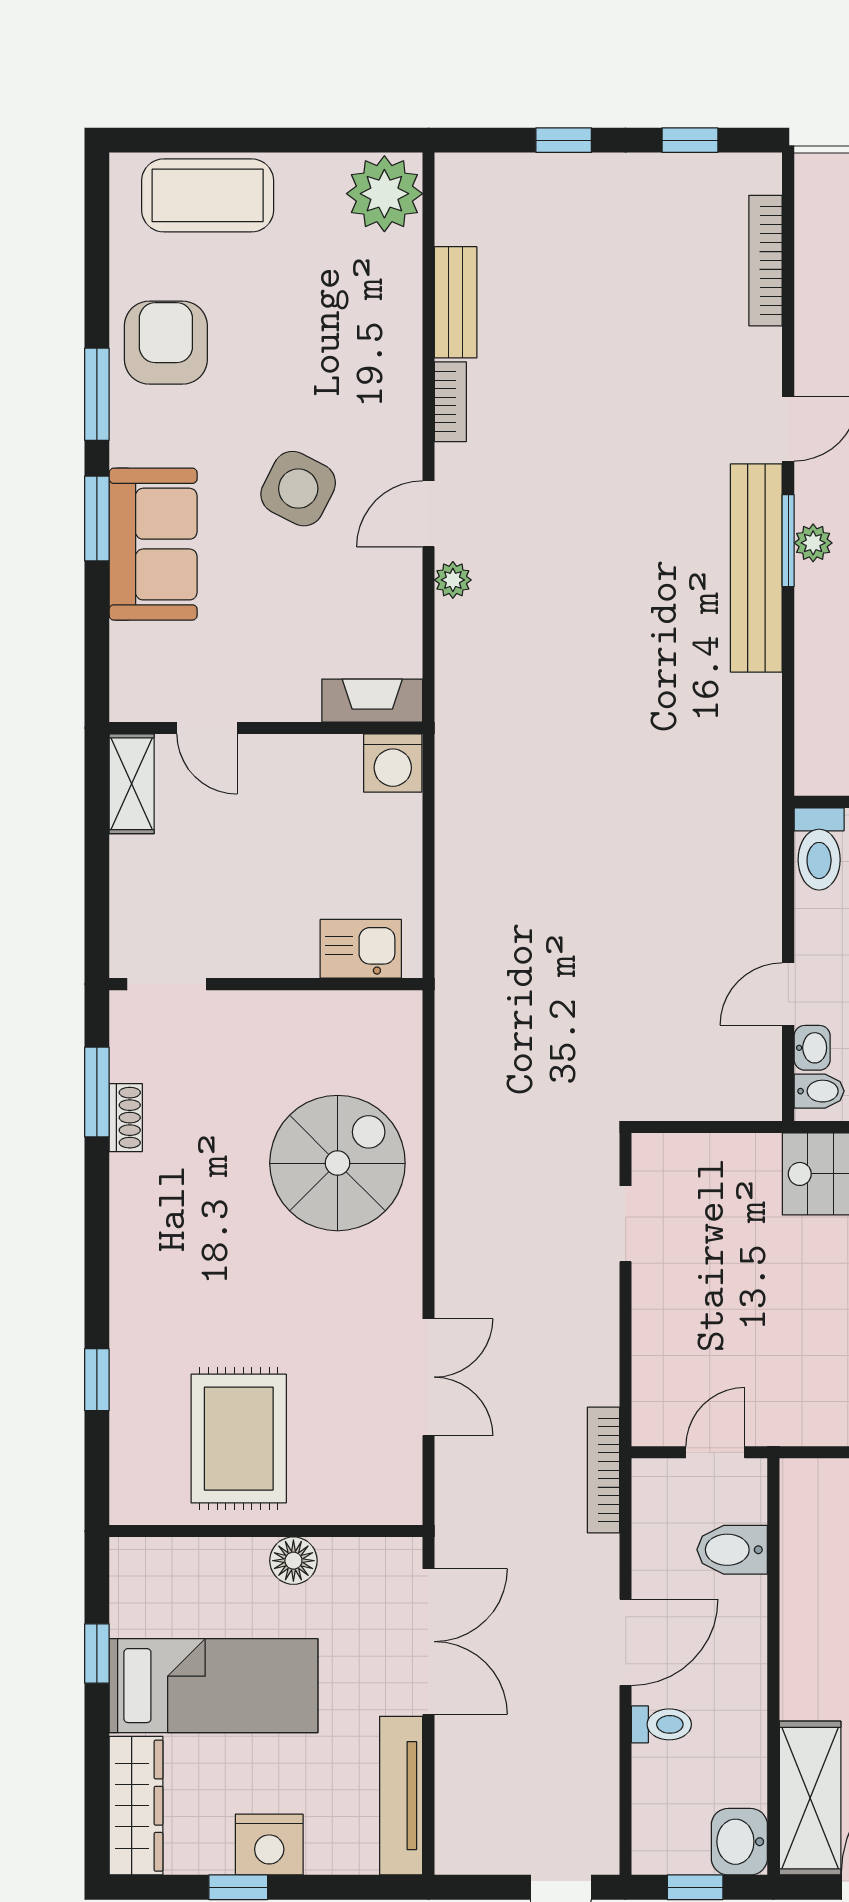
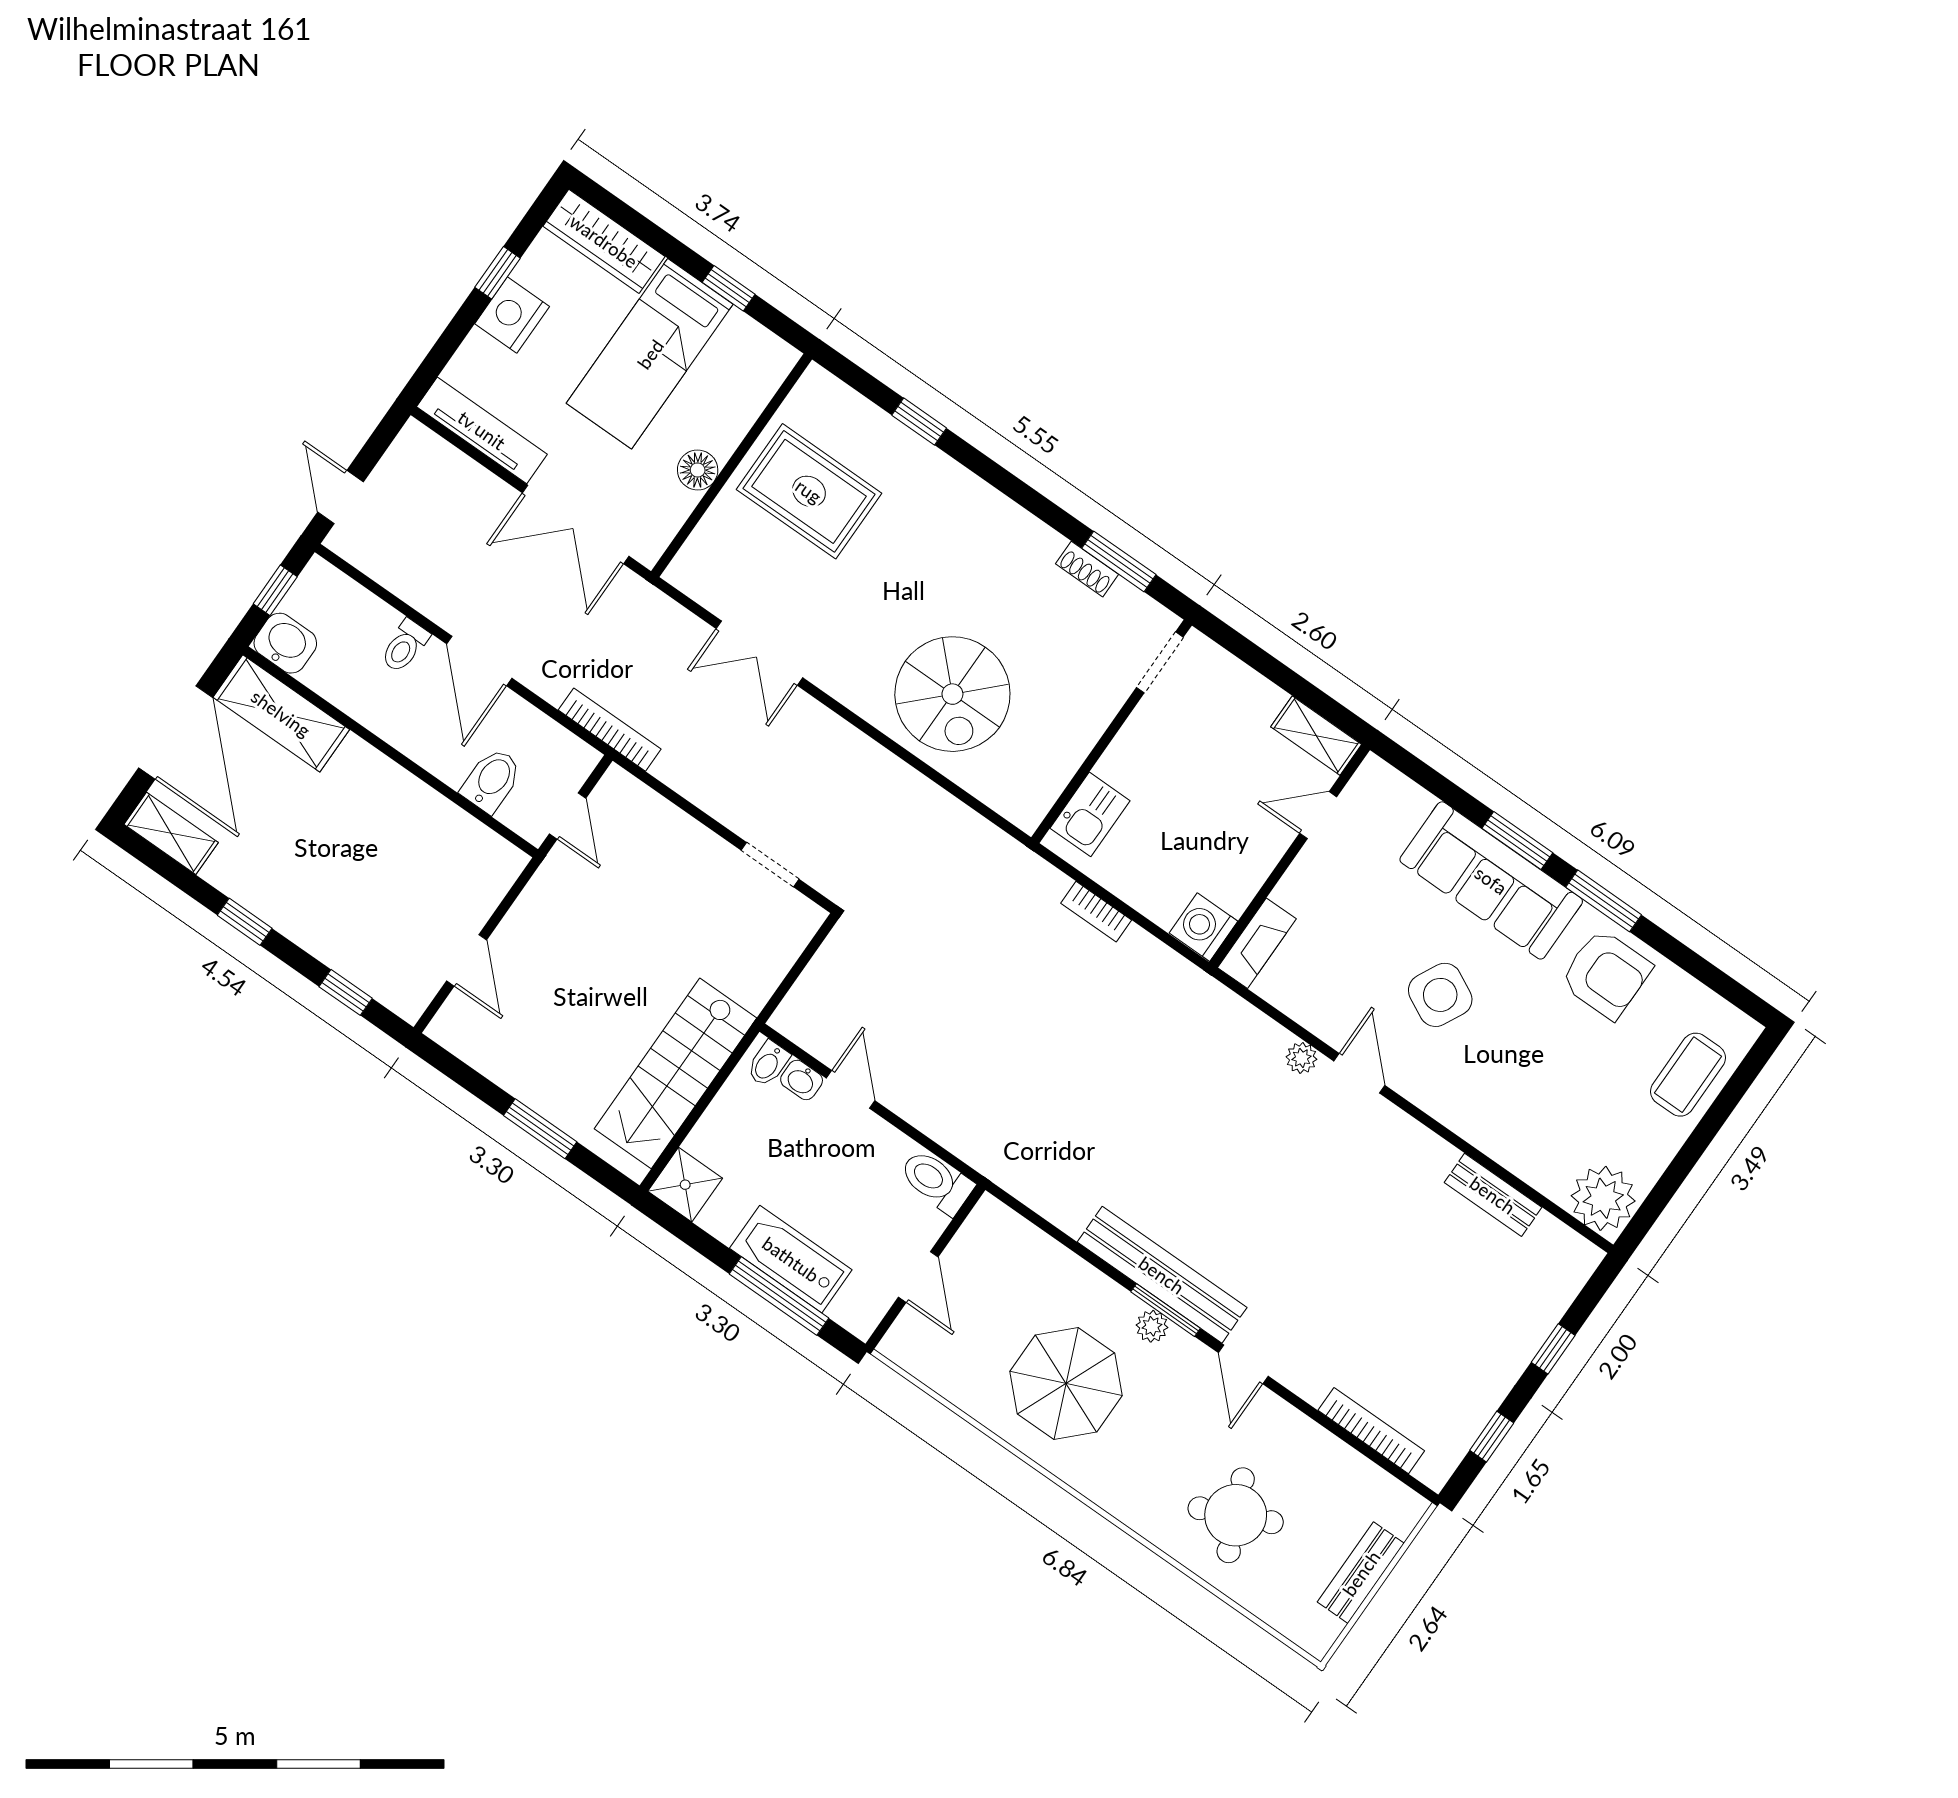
coffee table: (208, 195) -> (1688, 1075), width x0.73, depth x0.76
bookcase: (450, 402) -> (1096, 912), moved
sofa: (153, 544) -> (1491, 880), width x1.36

